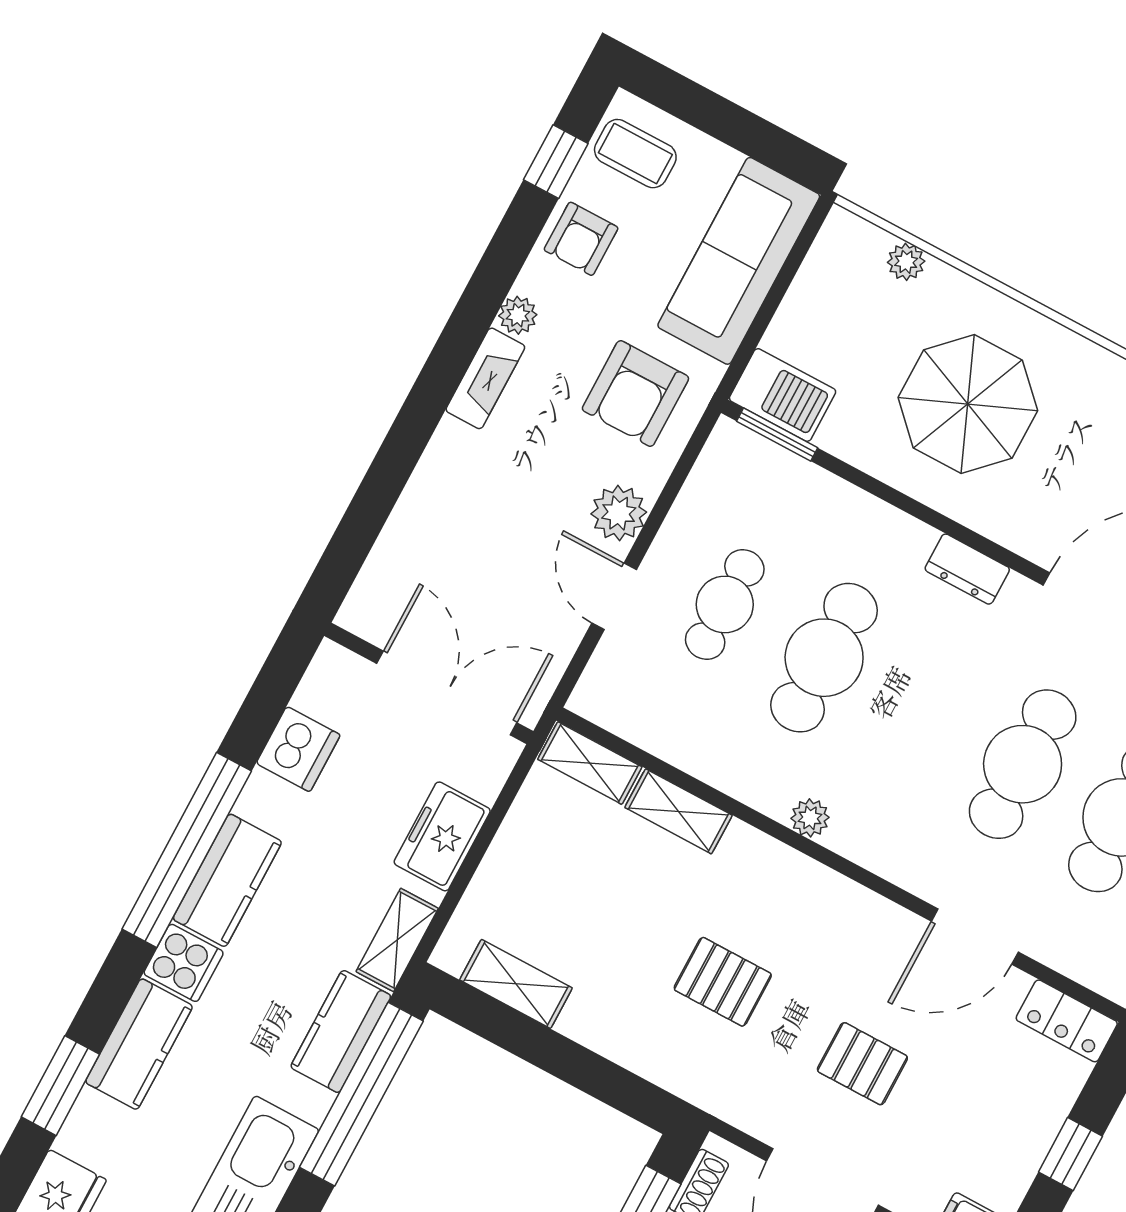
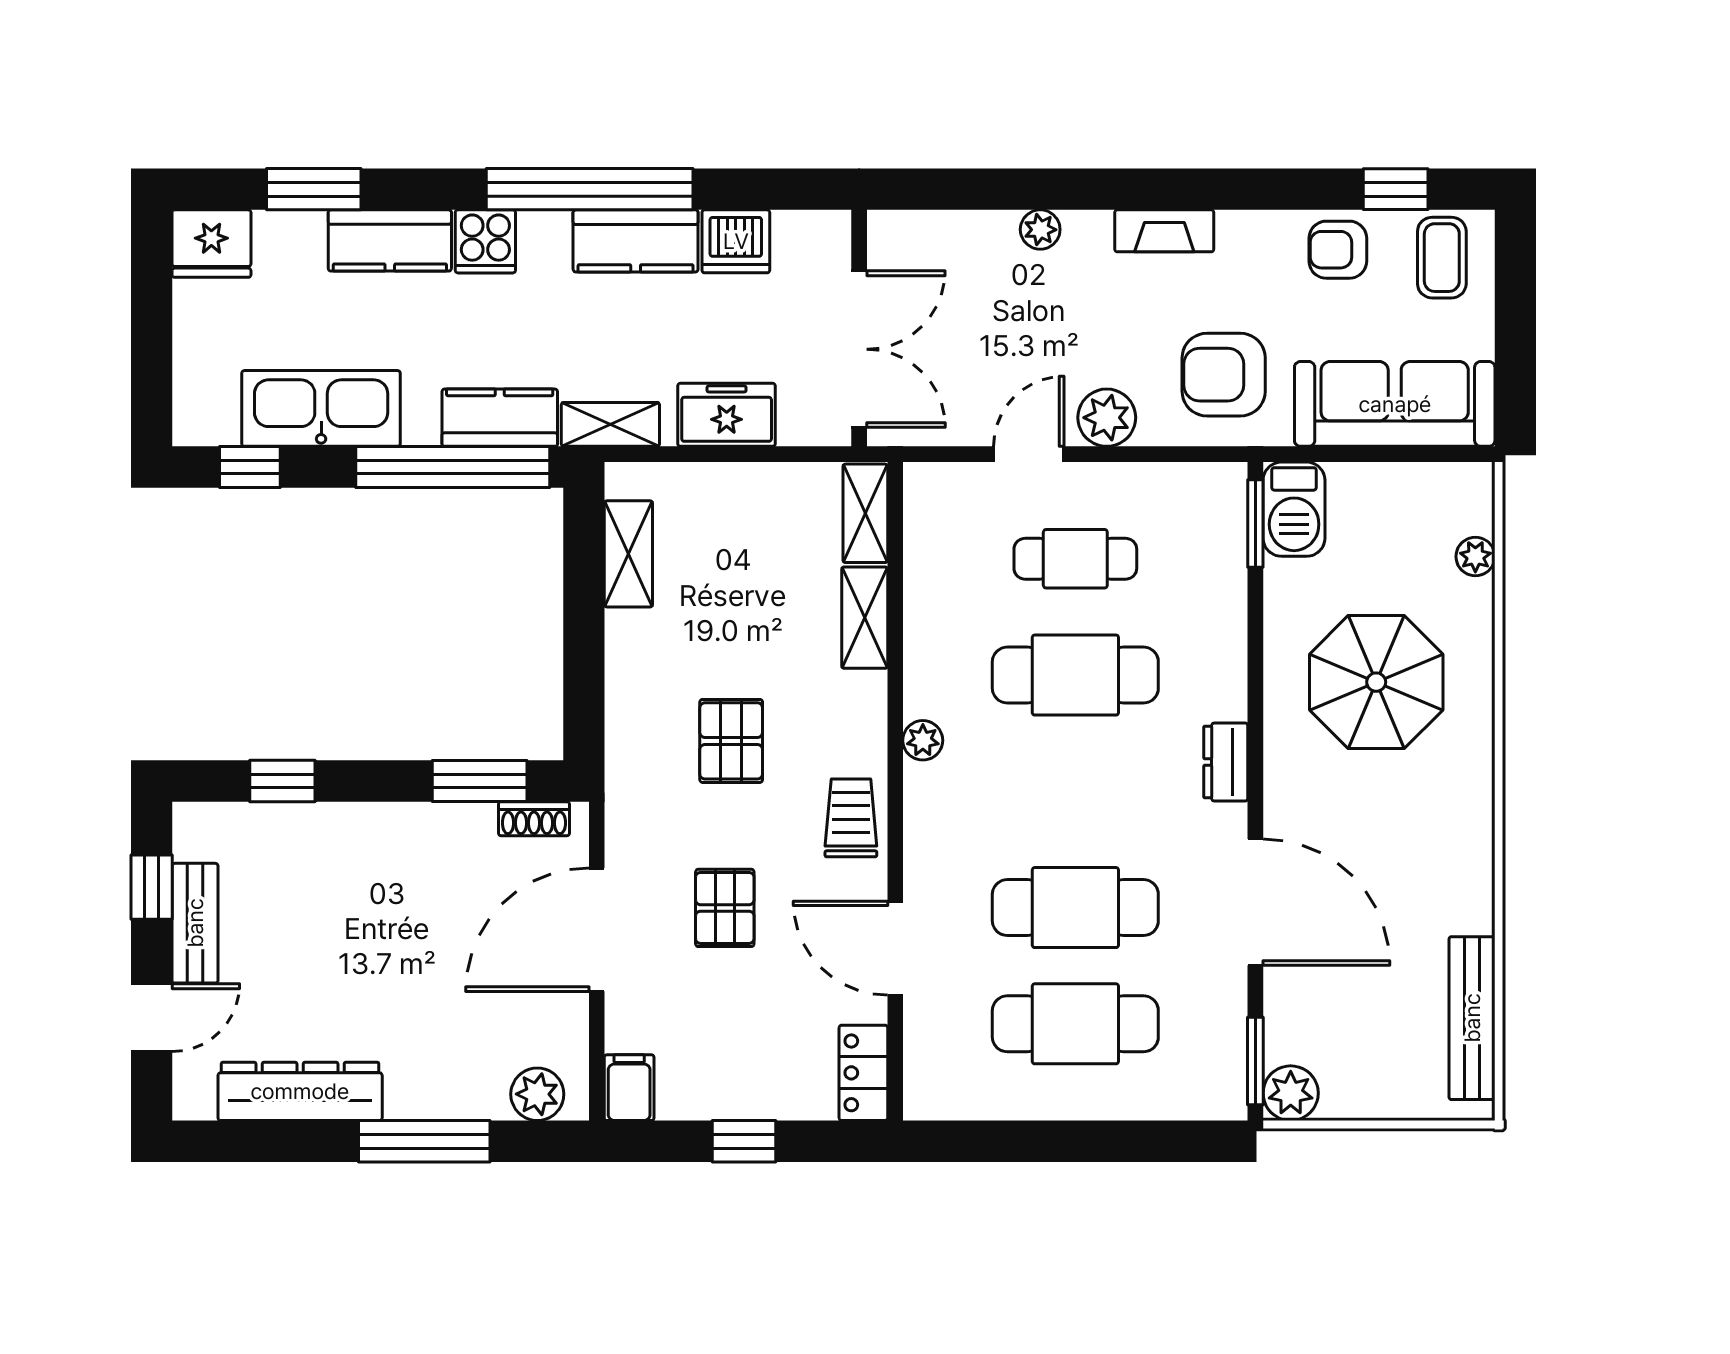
plant: (518, 315) -> (1040, 230), moved
kitchen counter: (227, 880) -> (636, 241), moved
trolley: (843, 915) -> (851, 818), added

